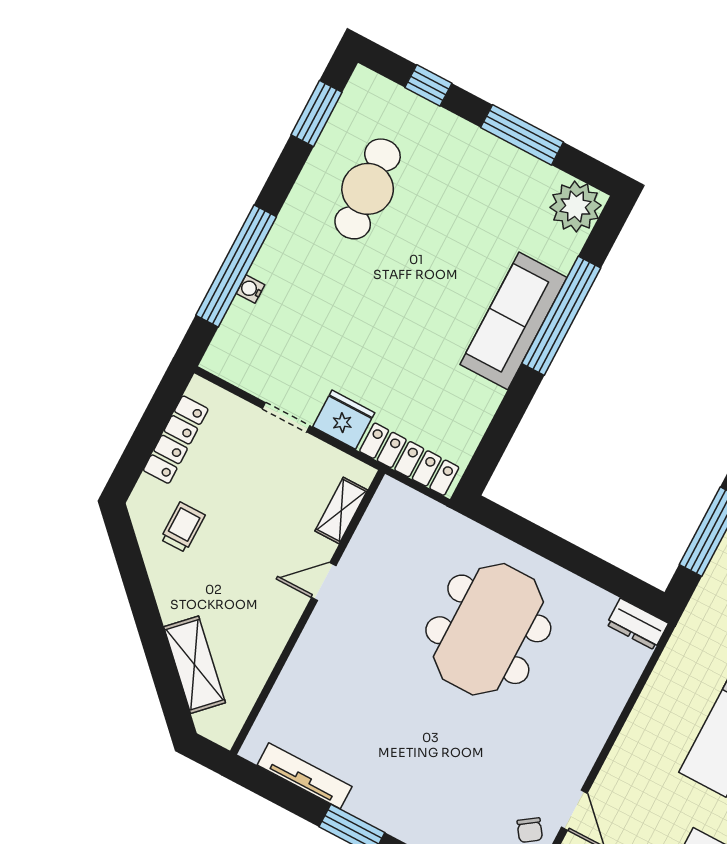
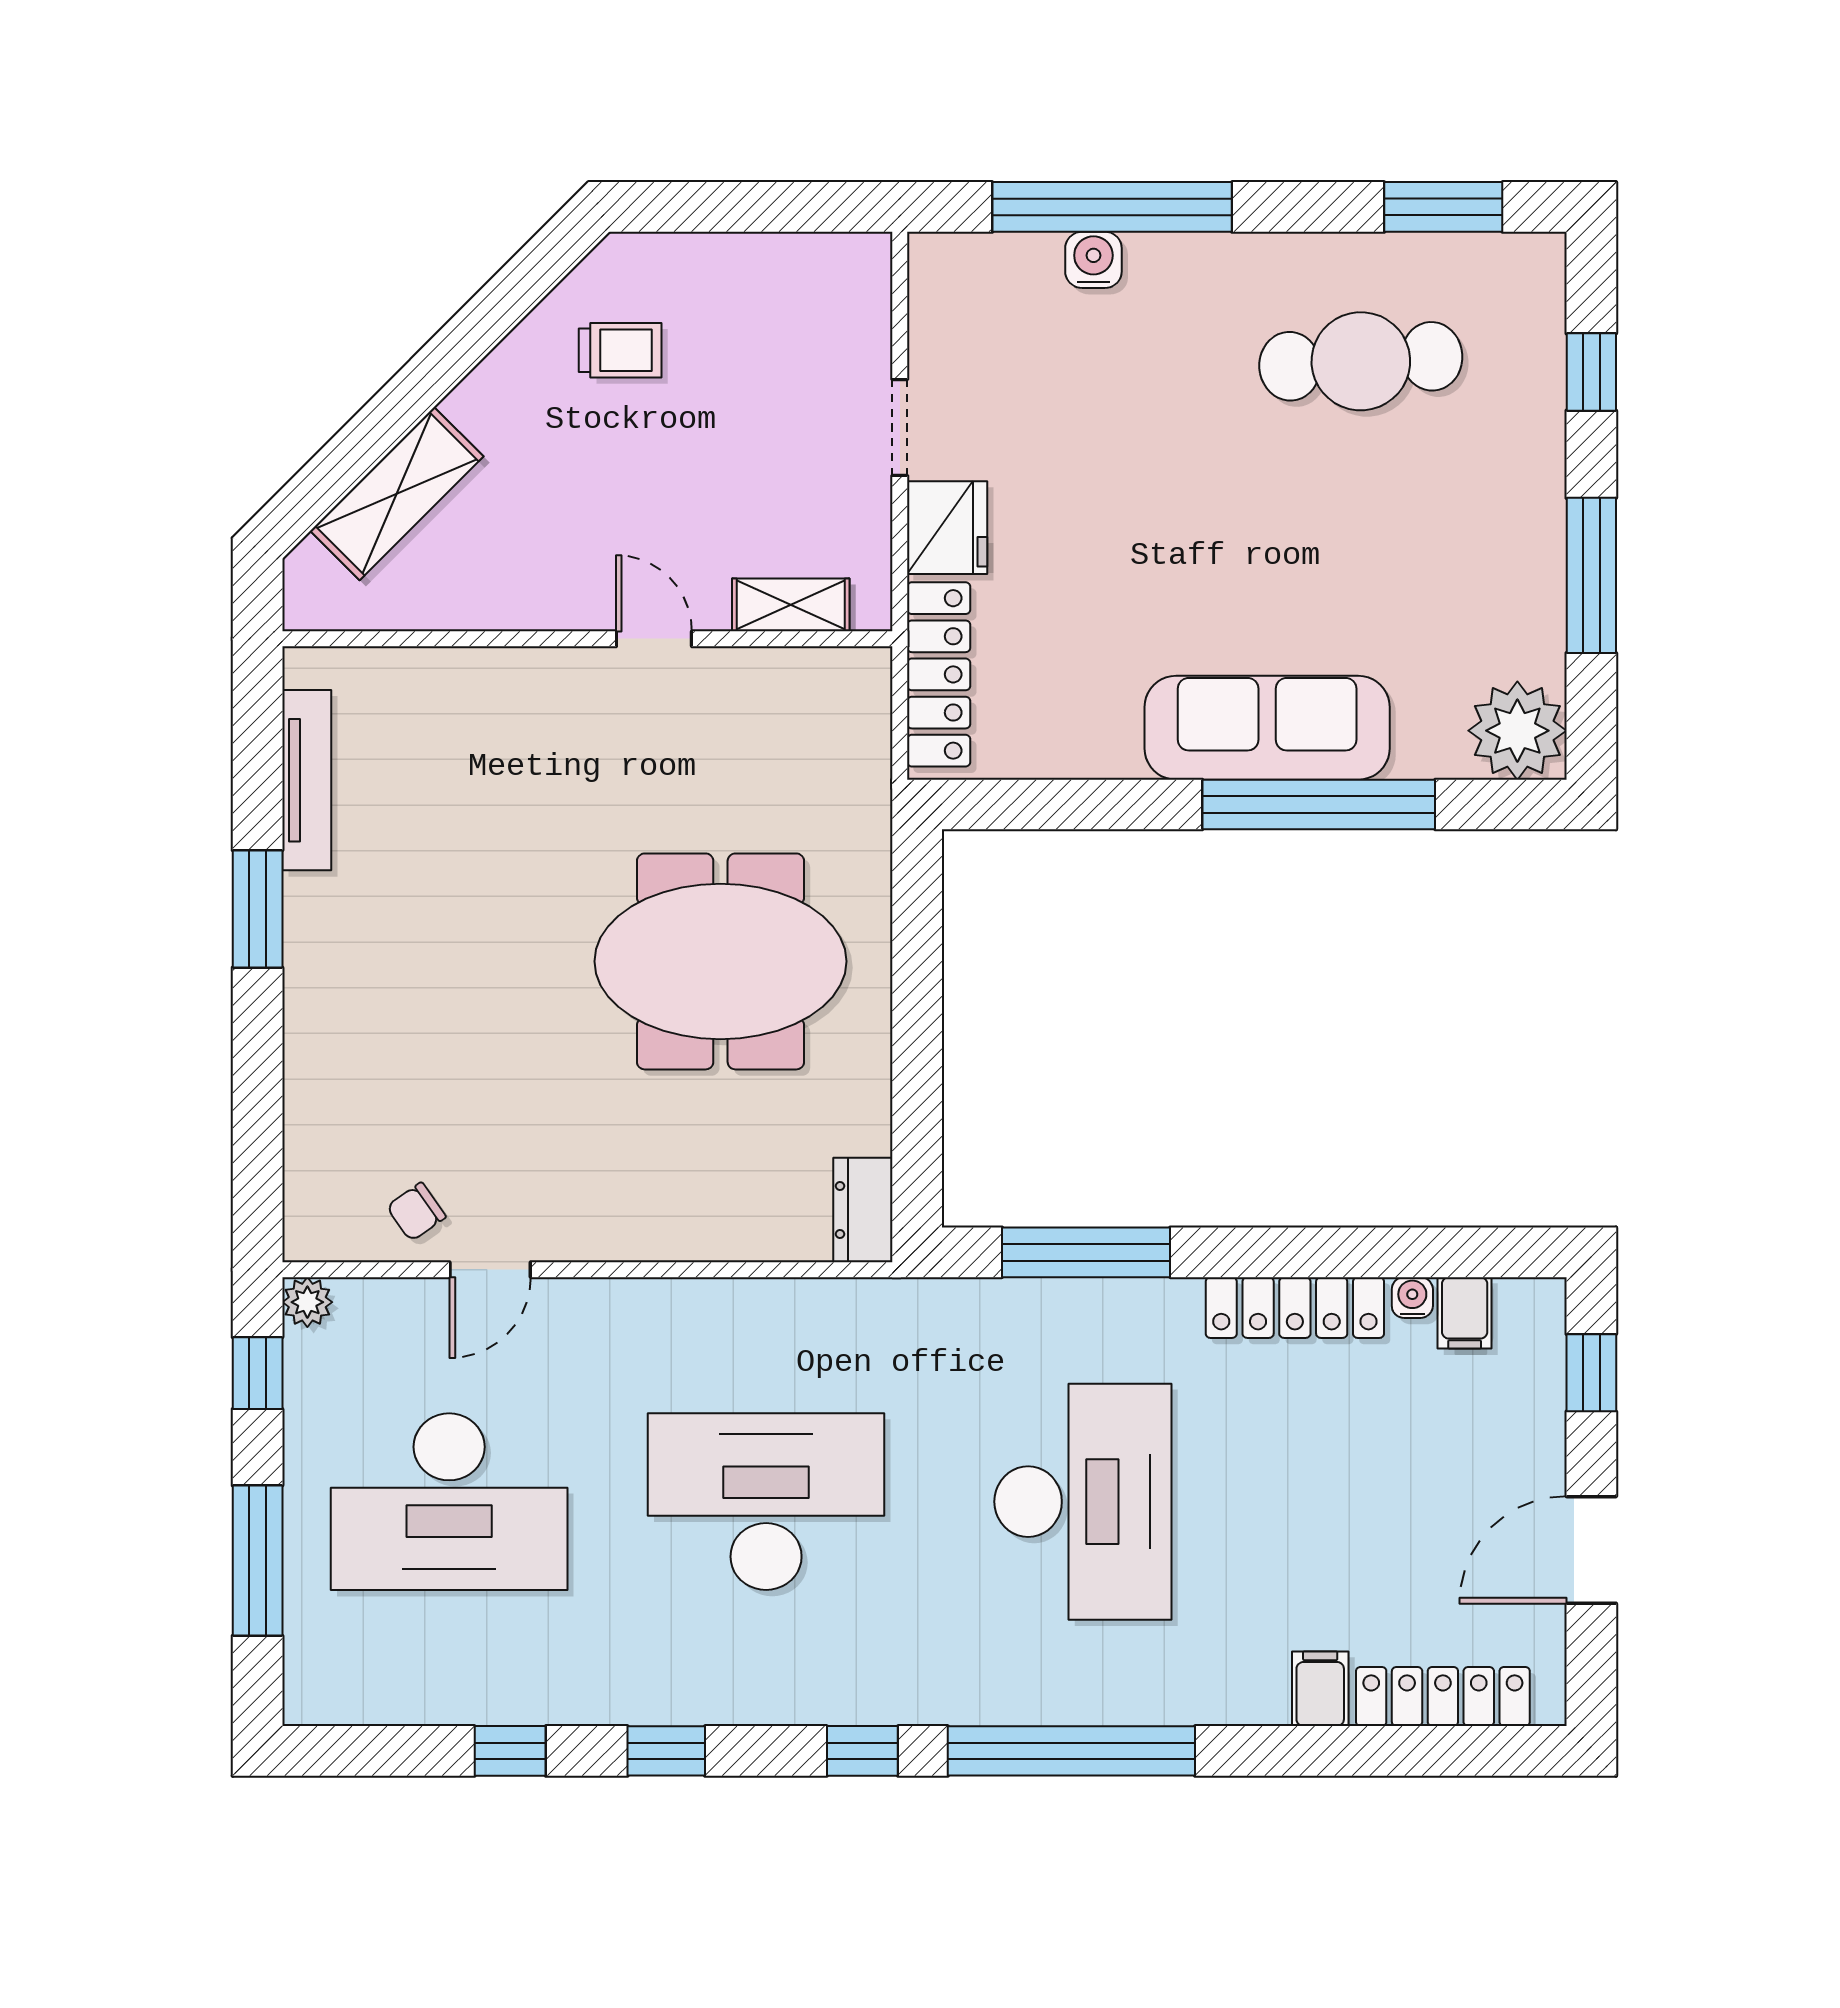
water cooler: (251, 289) -> (1093, 260), width x1.38, depth x1.38
locker: (176, 440) -> (763, 260), removed

